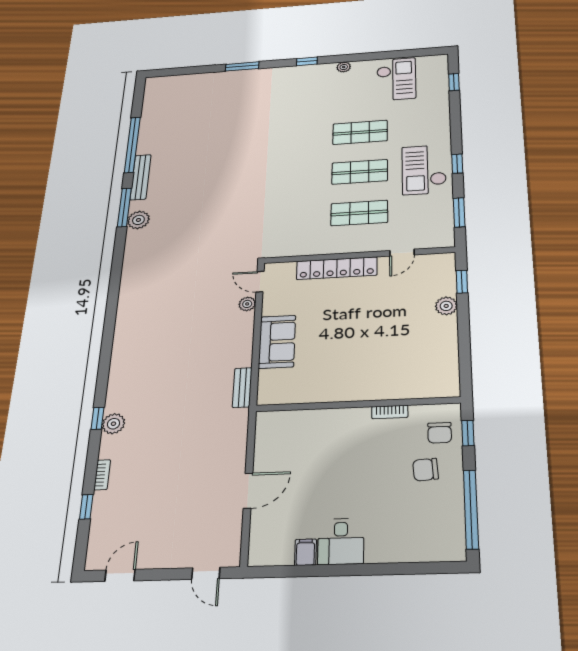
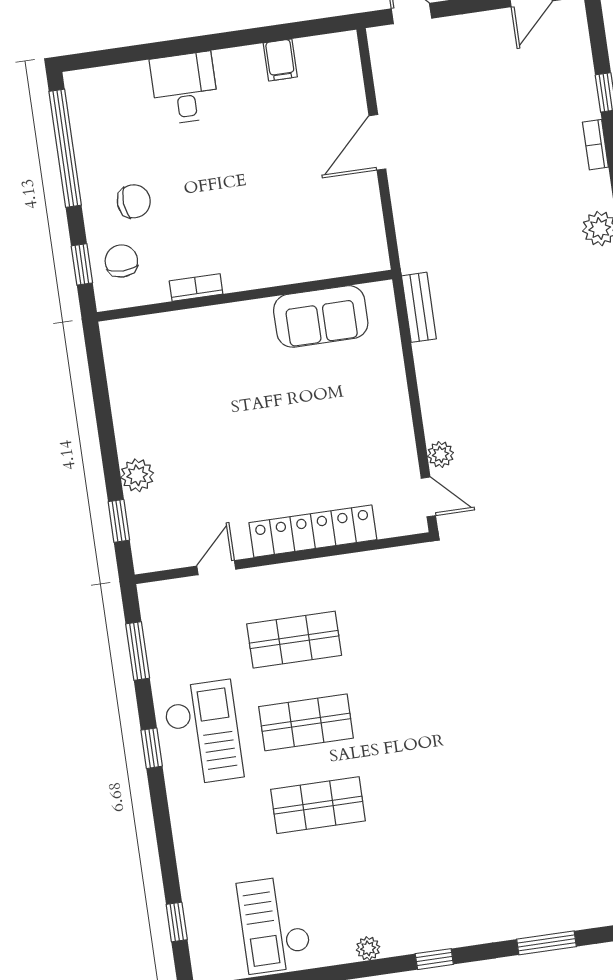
sofa: (277, 342) -> (321, 316), moved, turned -90
desk: (341, 541) -> (185, 88), moved

